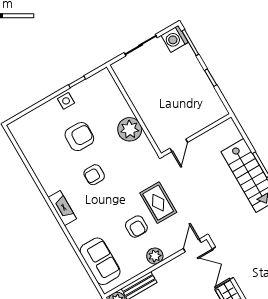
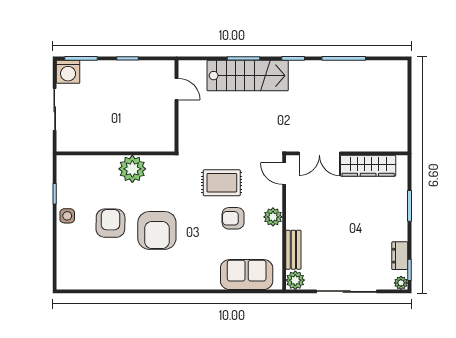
door: (179, 145) -> (177, 89), moved
armchair: (94, 175) -> (157, 230), width x1.88, depth x1.88
fireplace: (62, 208) -> (172, 282), removed
armchair: (136, 227) -> (233, 218), turned 180

